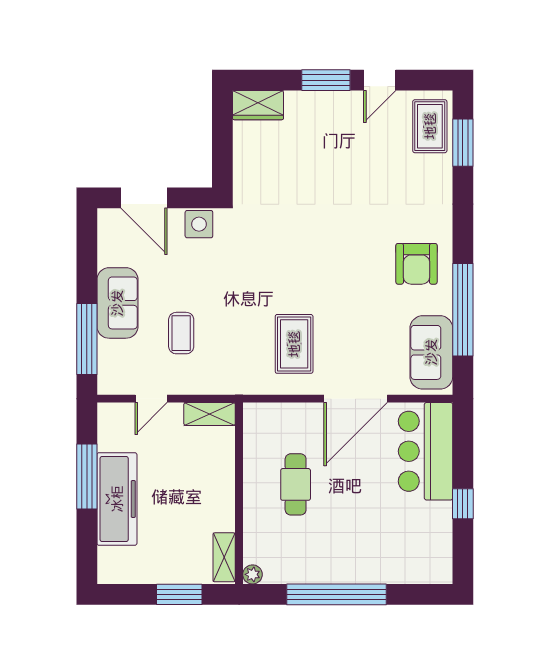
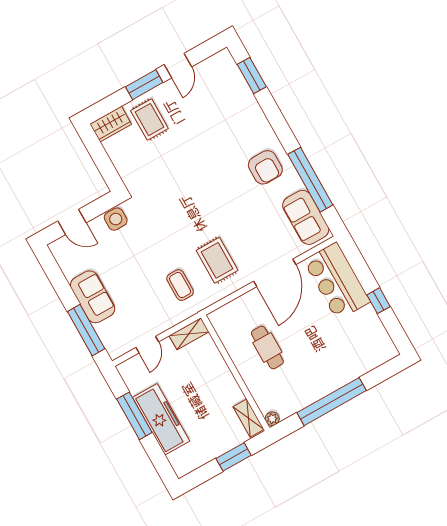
rug: (430, 126) -> (149, 120), moved
door: (144, 198) -> (72, 222), width x0.73
coffee table: (181, 333) -> (180, 285), moved

